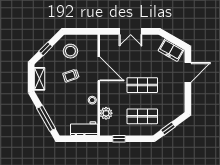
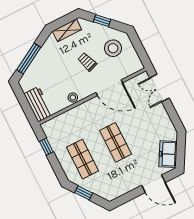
double door: (131, 31) -> (159, 88), moved
door: (99, 69) -> (109, 88), hinge flipped
plant: (106, 113) -> (66, 119), removed

